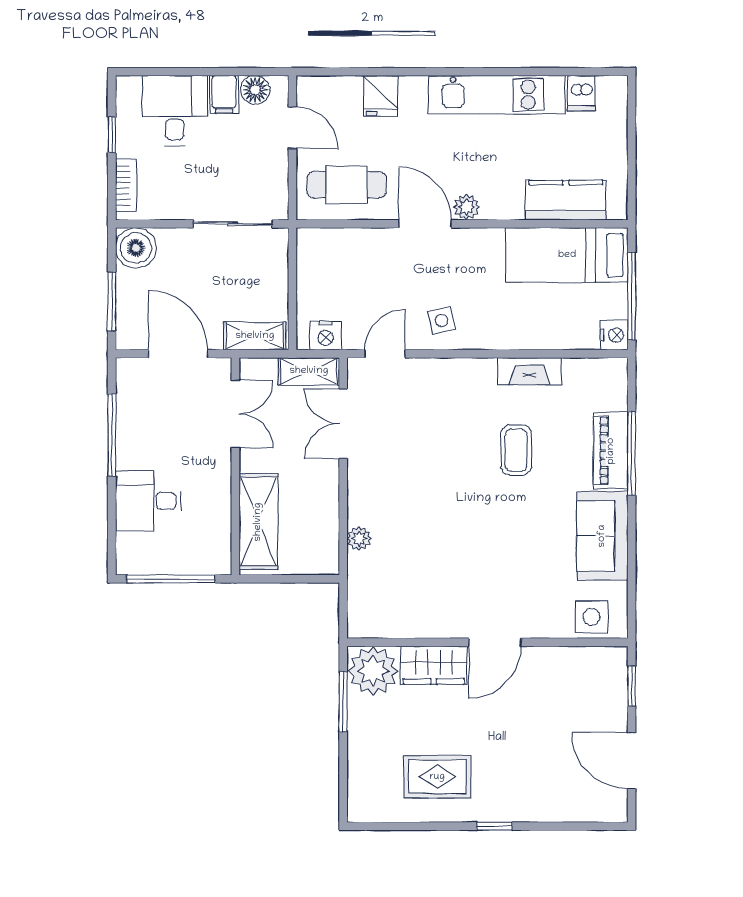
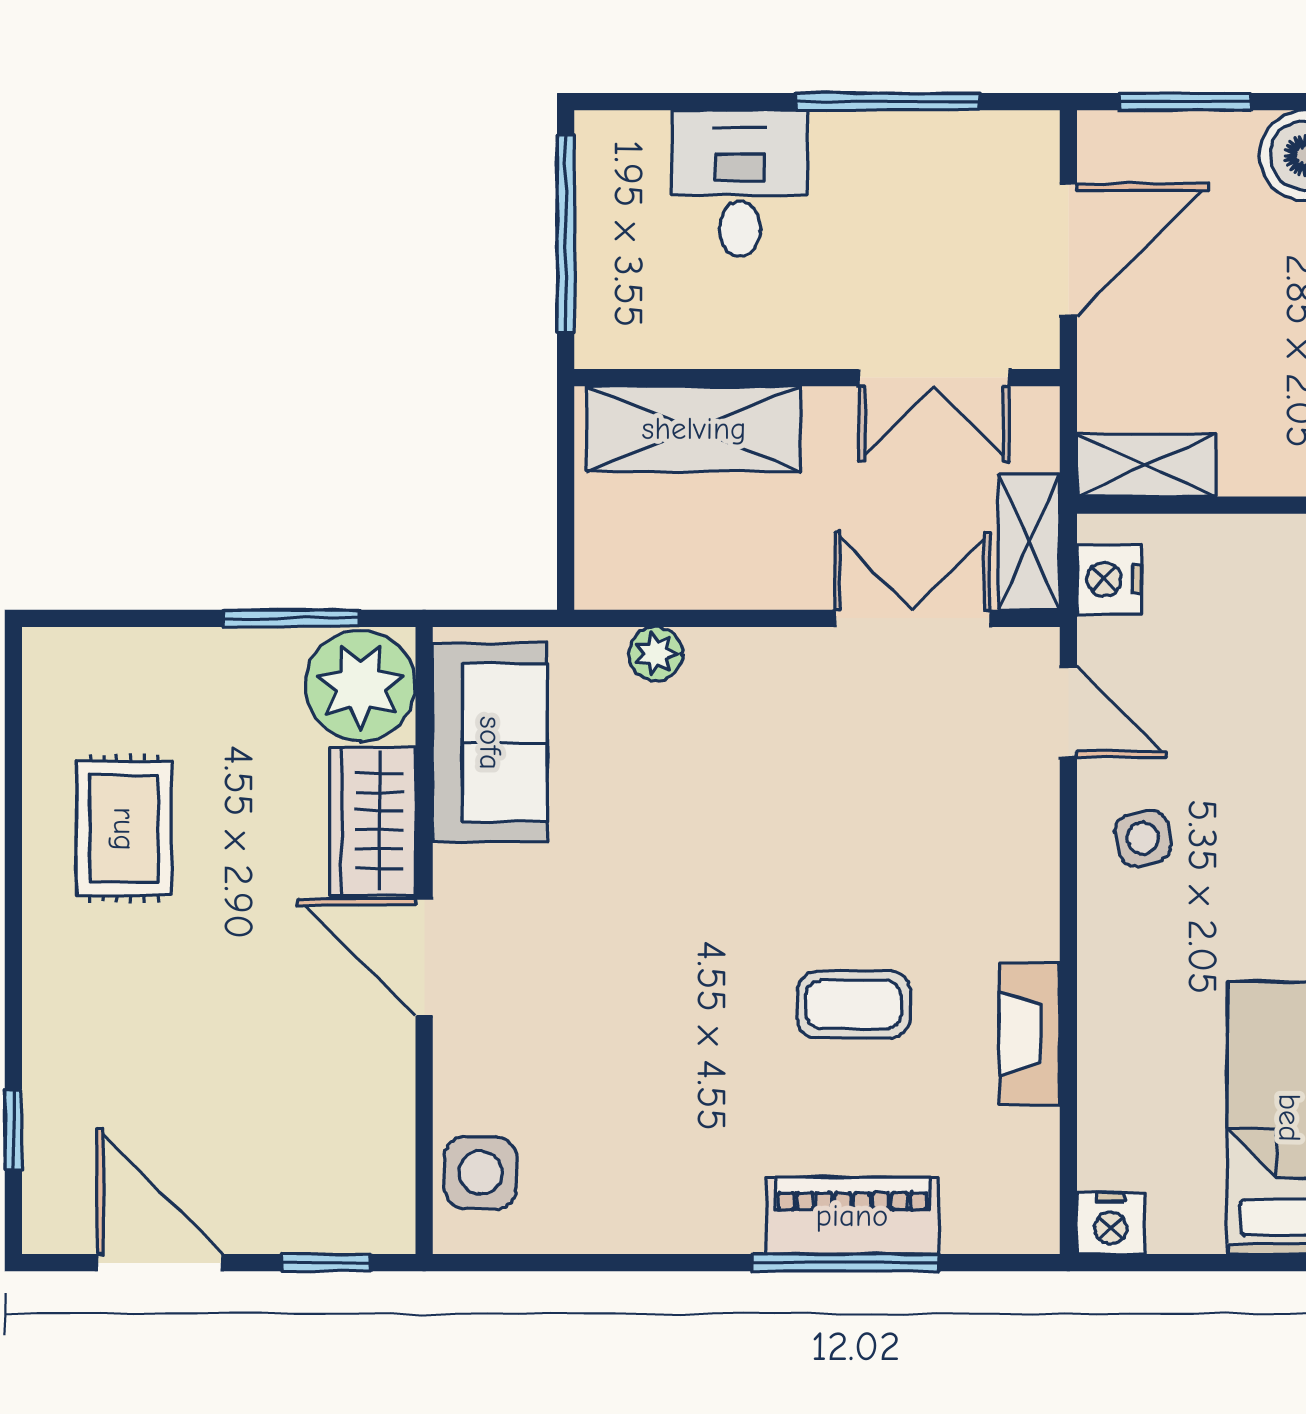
window: (632, 296) -> (1197, 1263), removed
shelving: (255, 336) -> (1146, 465), moved, turned 90
sofa: (602, 536) -> (490, 743), moved, turned 90
door: (632, 760) -> (160, 1263), hinge flipped
window: (494, 826) -> (13, 1129), moved

